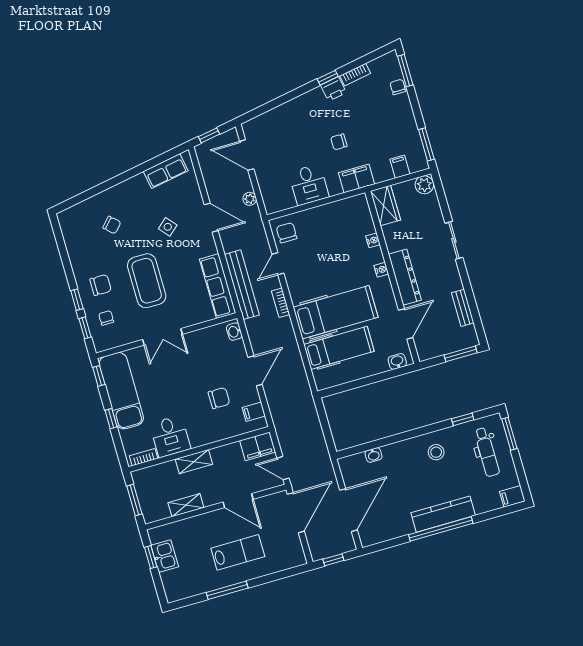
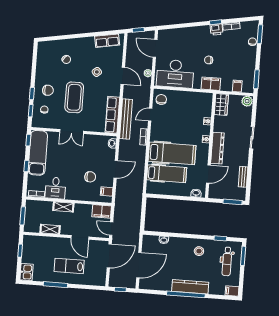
desk: (309, 185) -> (175, 74), width x1.87, depth x1.30
lab bench: (238, 552) -> (69, 266), turned 180
kitchen sink: (165, 556) -> (27, 272), moved

